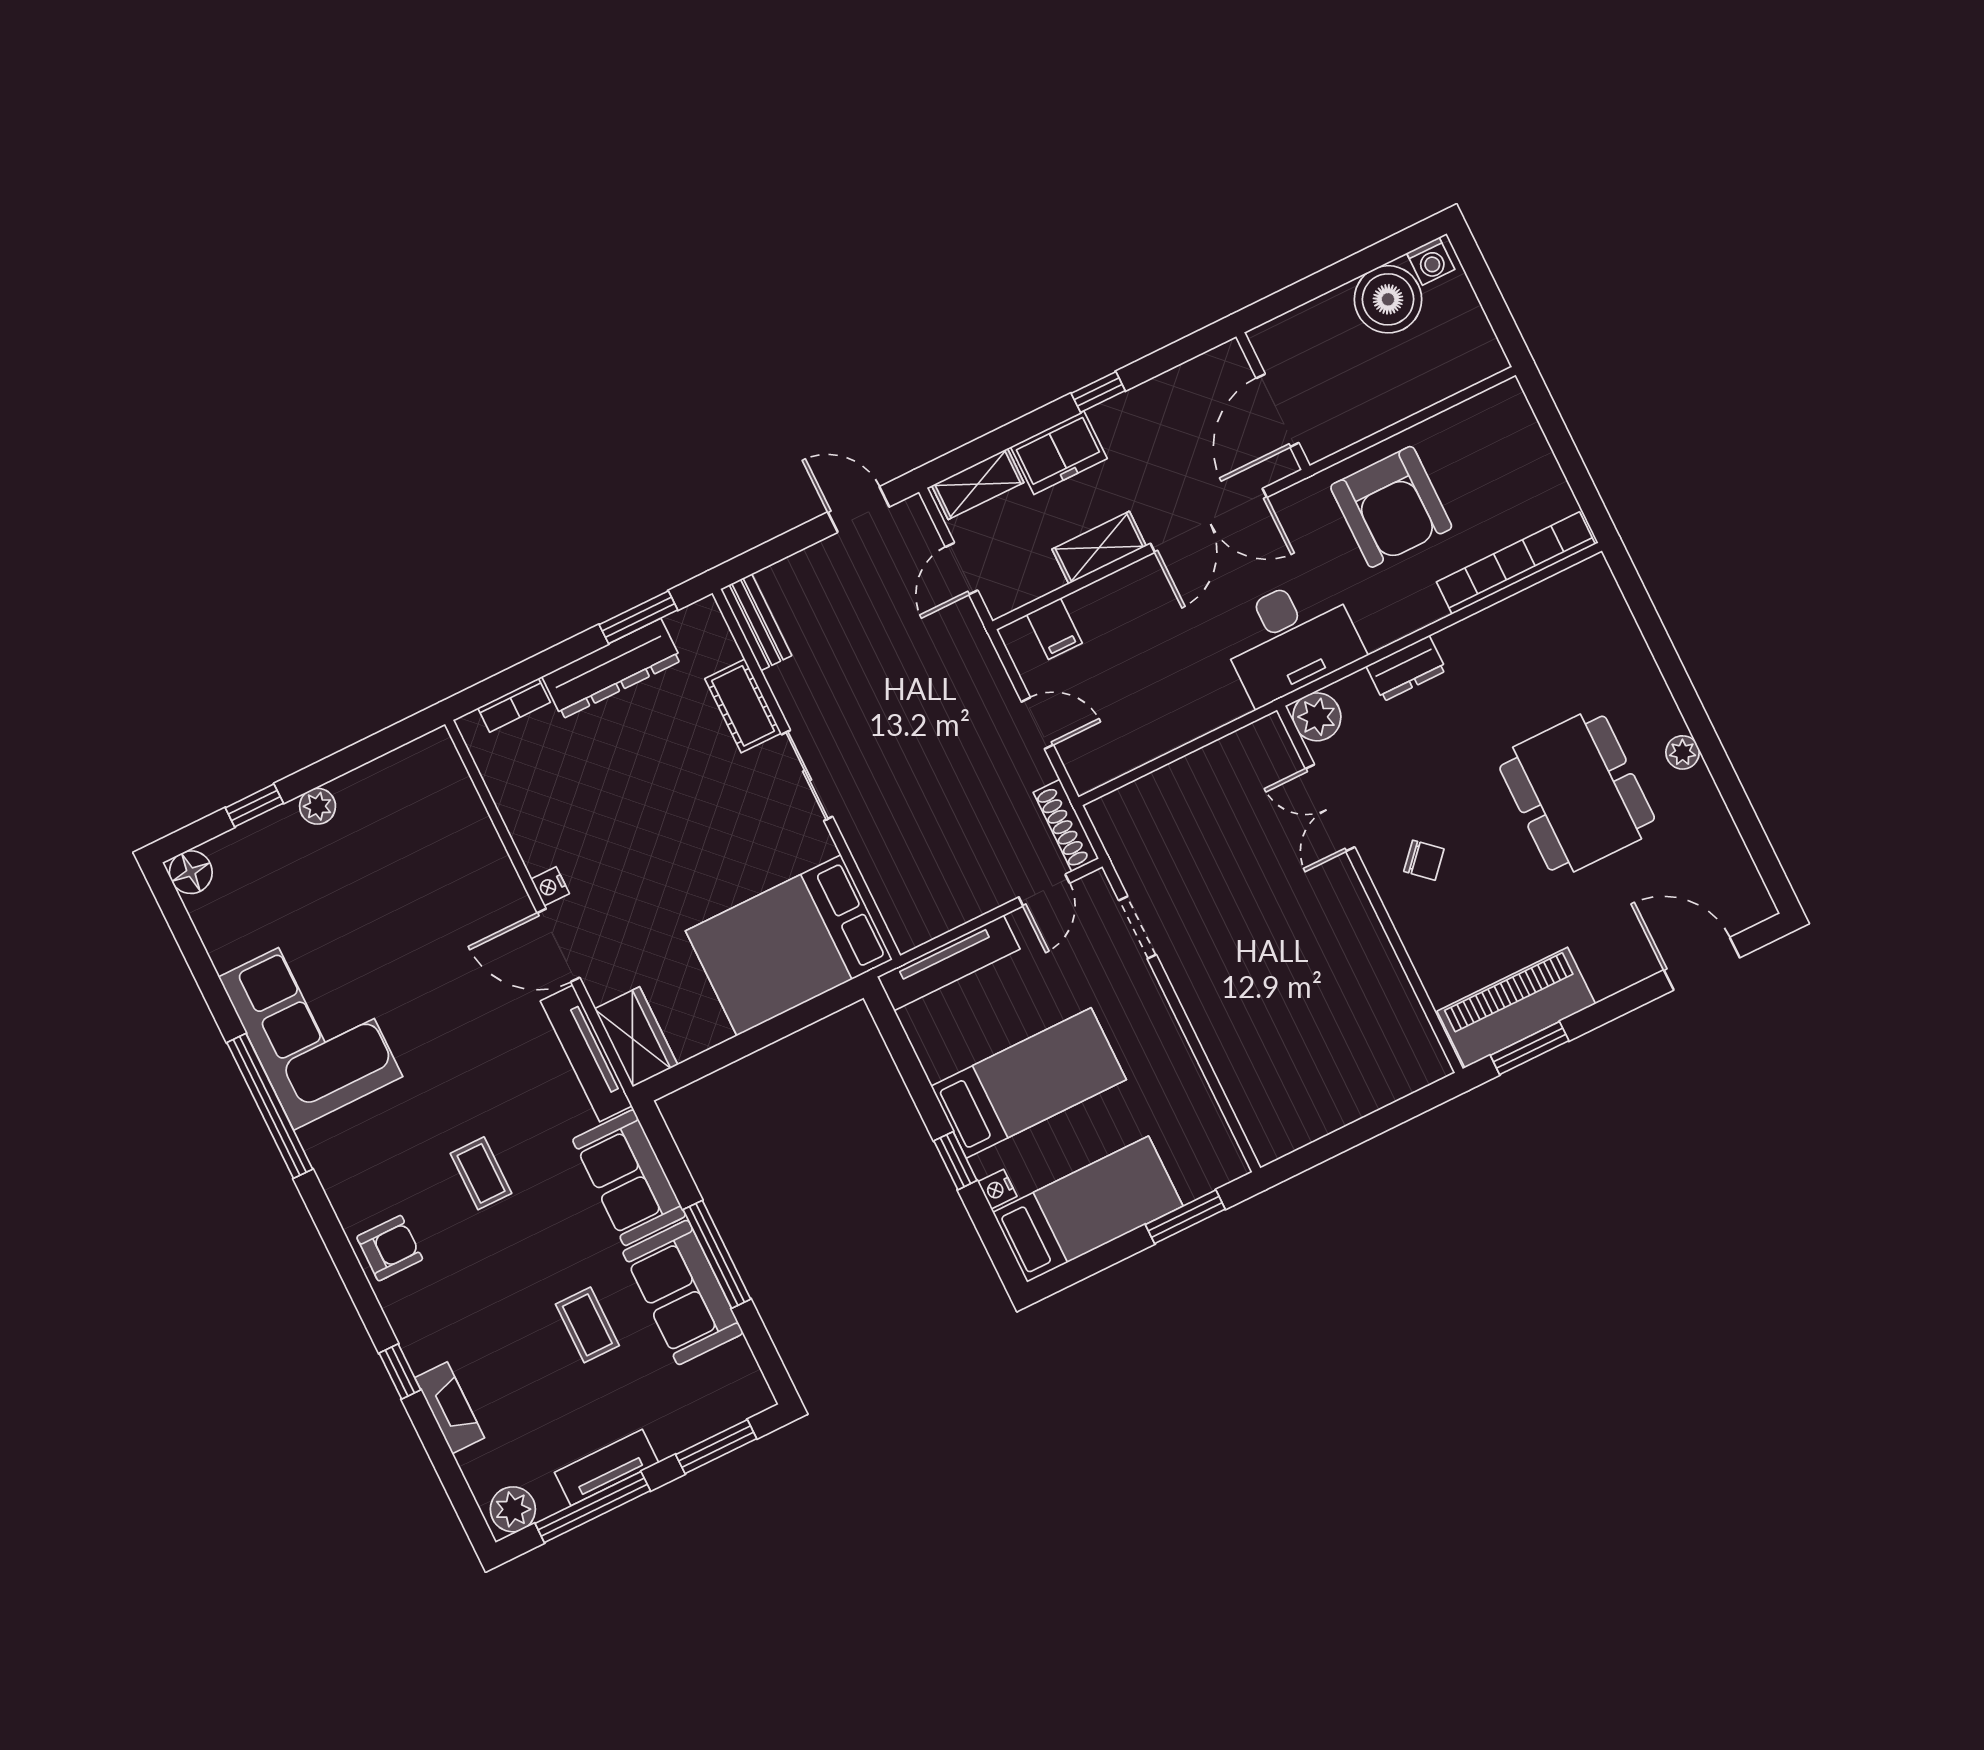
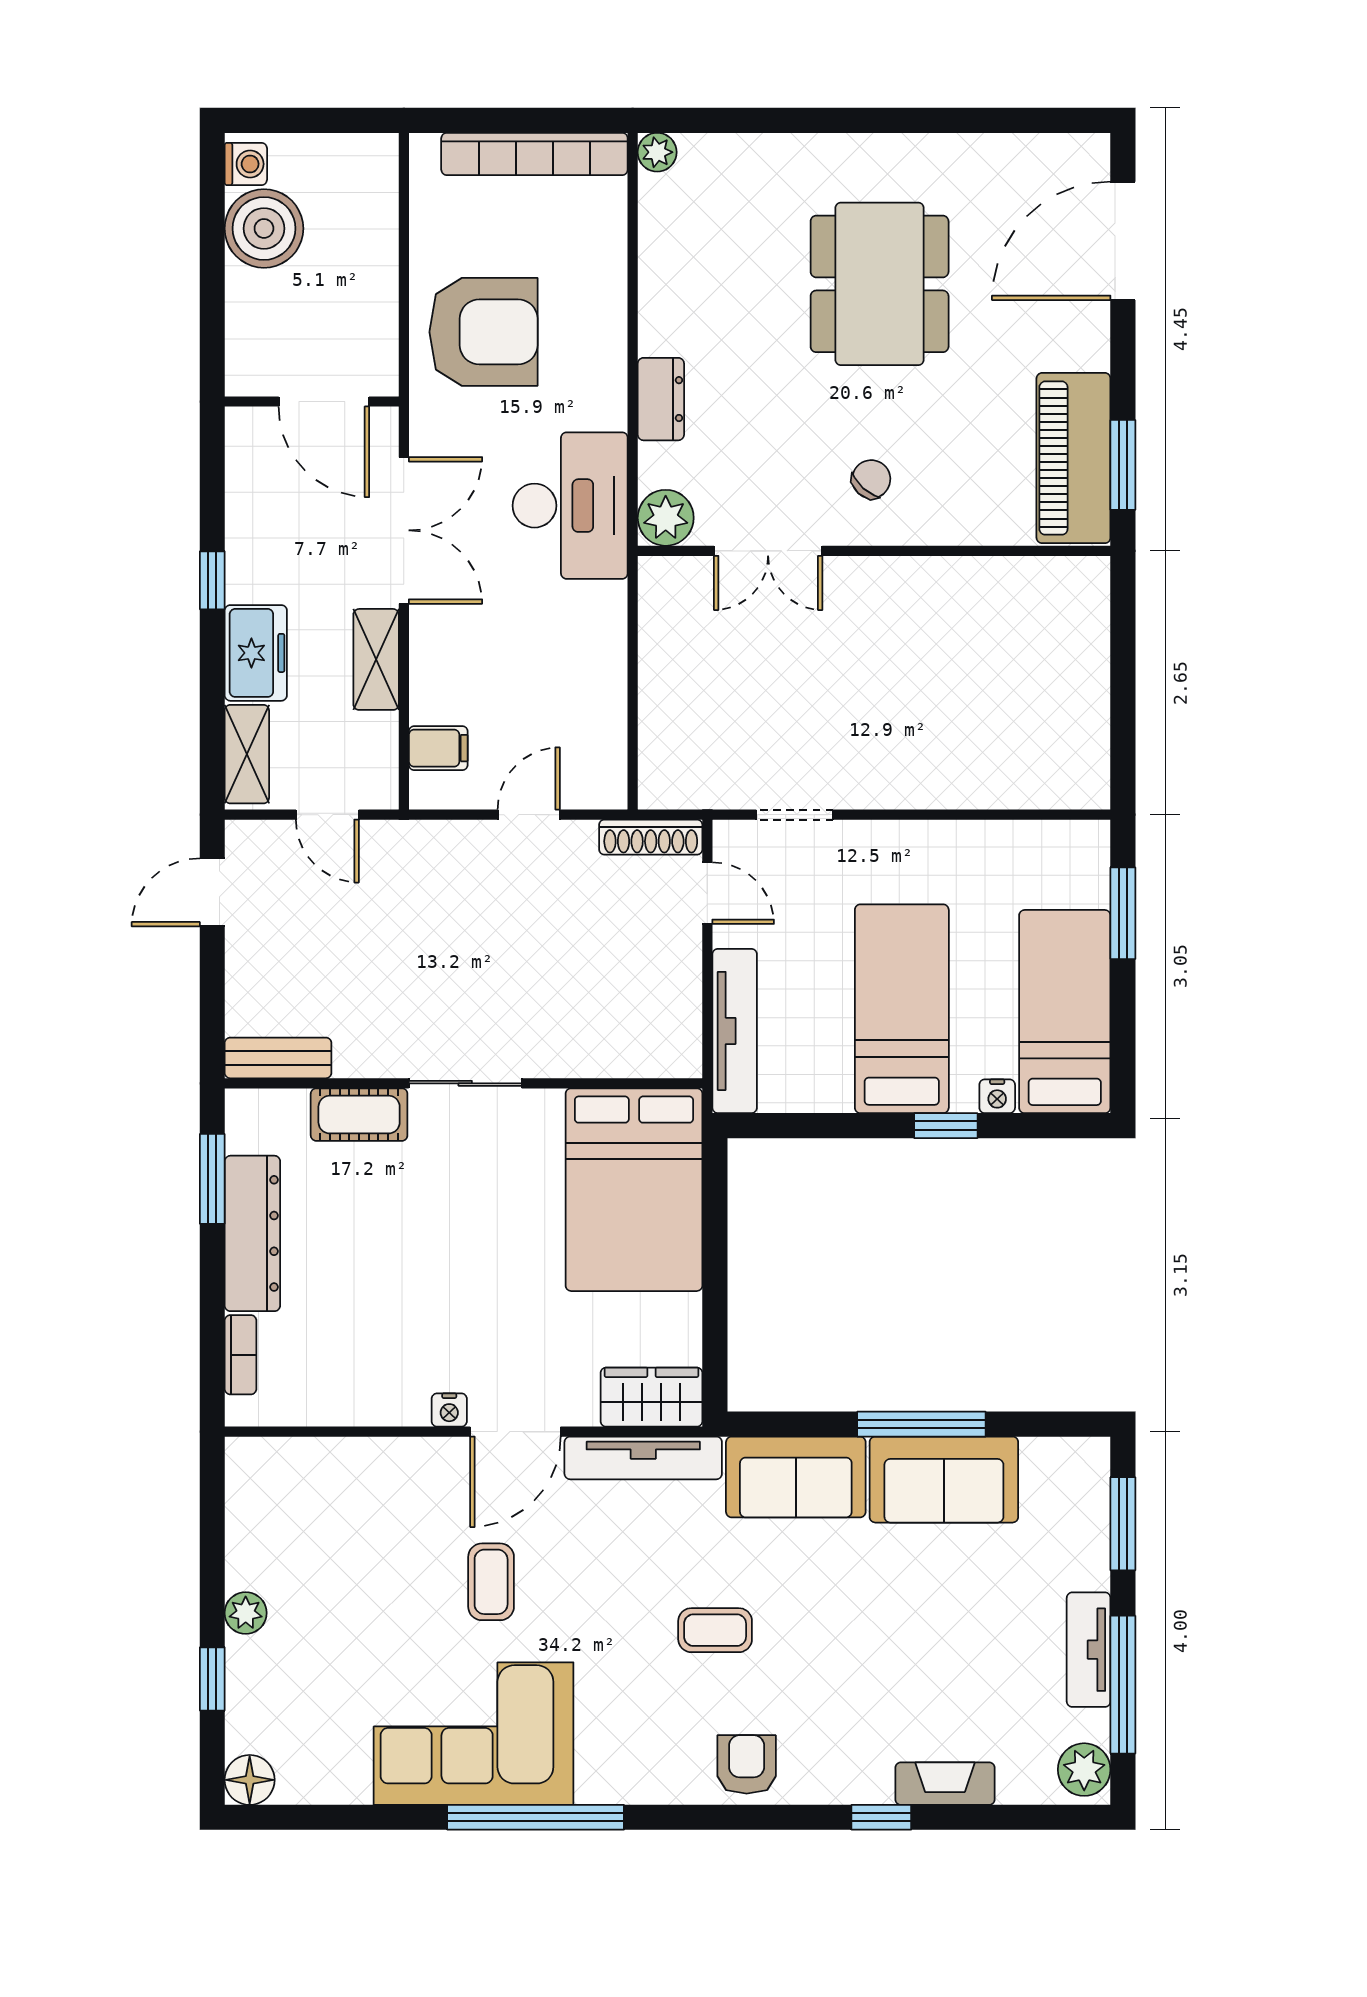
bookcase: (1516, 563) -> (534, 154), moved, turned -90
plant: (1683, 752) -> (657, 152), moved
dining table: (1577, 793) -> (880, 284), turned 90
door: (1702, 964) -> (1123, 241), width x1.36
coffee table: (587, 1325) -> (491, 1582), moved, turned 90

